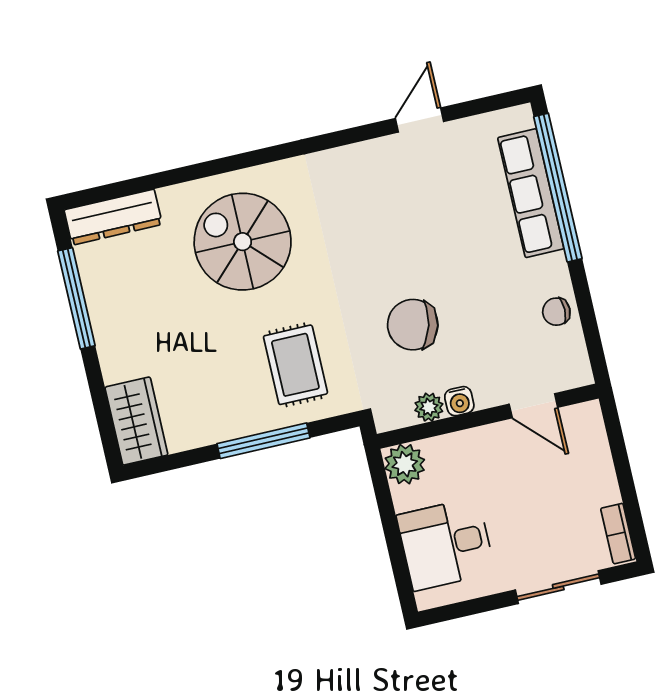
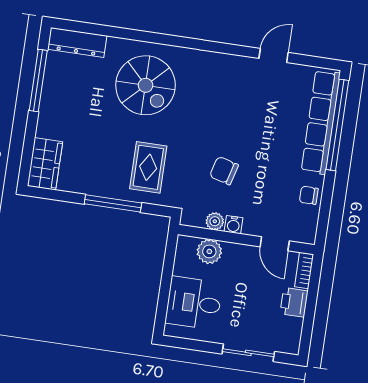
row of seats: (531, 193) -> (321, 122), width x1.36
spiral stairs: (243, 242) -> (146, 85), turned 180
chair: (413, 325) -> (224, 171), width x0.73, depth x0.73
plant: (405, 464) -> (209, 251), moved
printer: (598, 483) -> (294, 302), added
bookcase: (618, 534) -> (304, 271), moved

